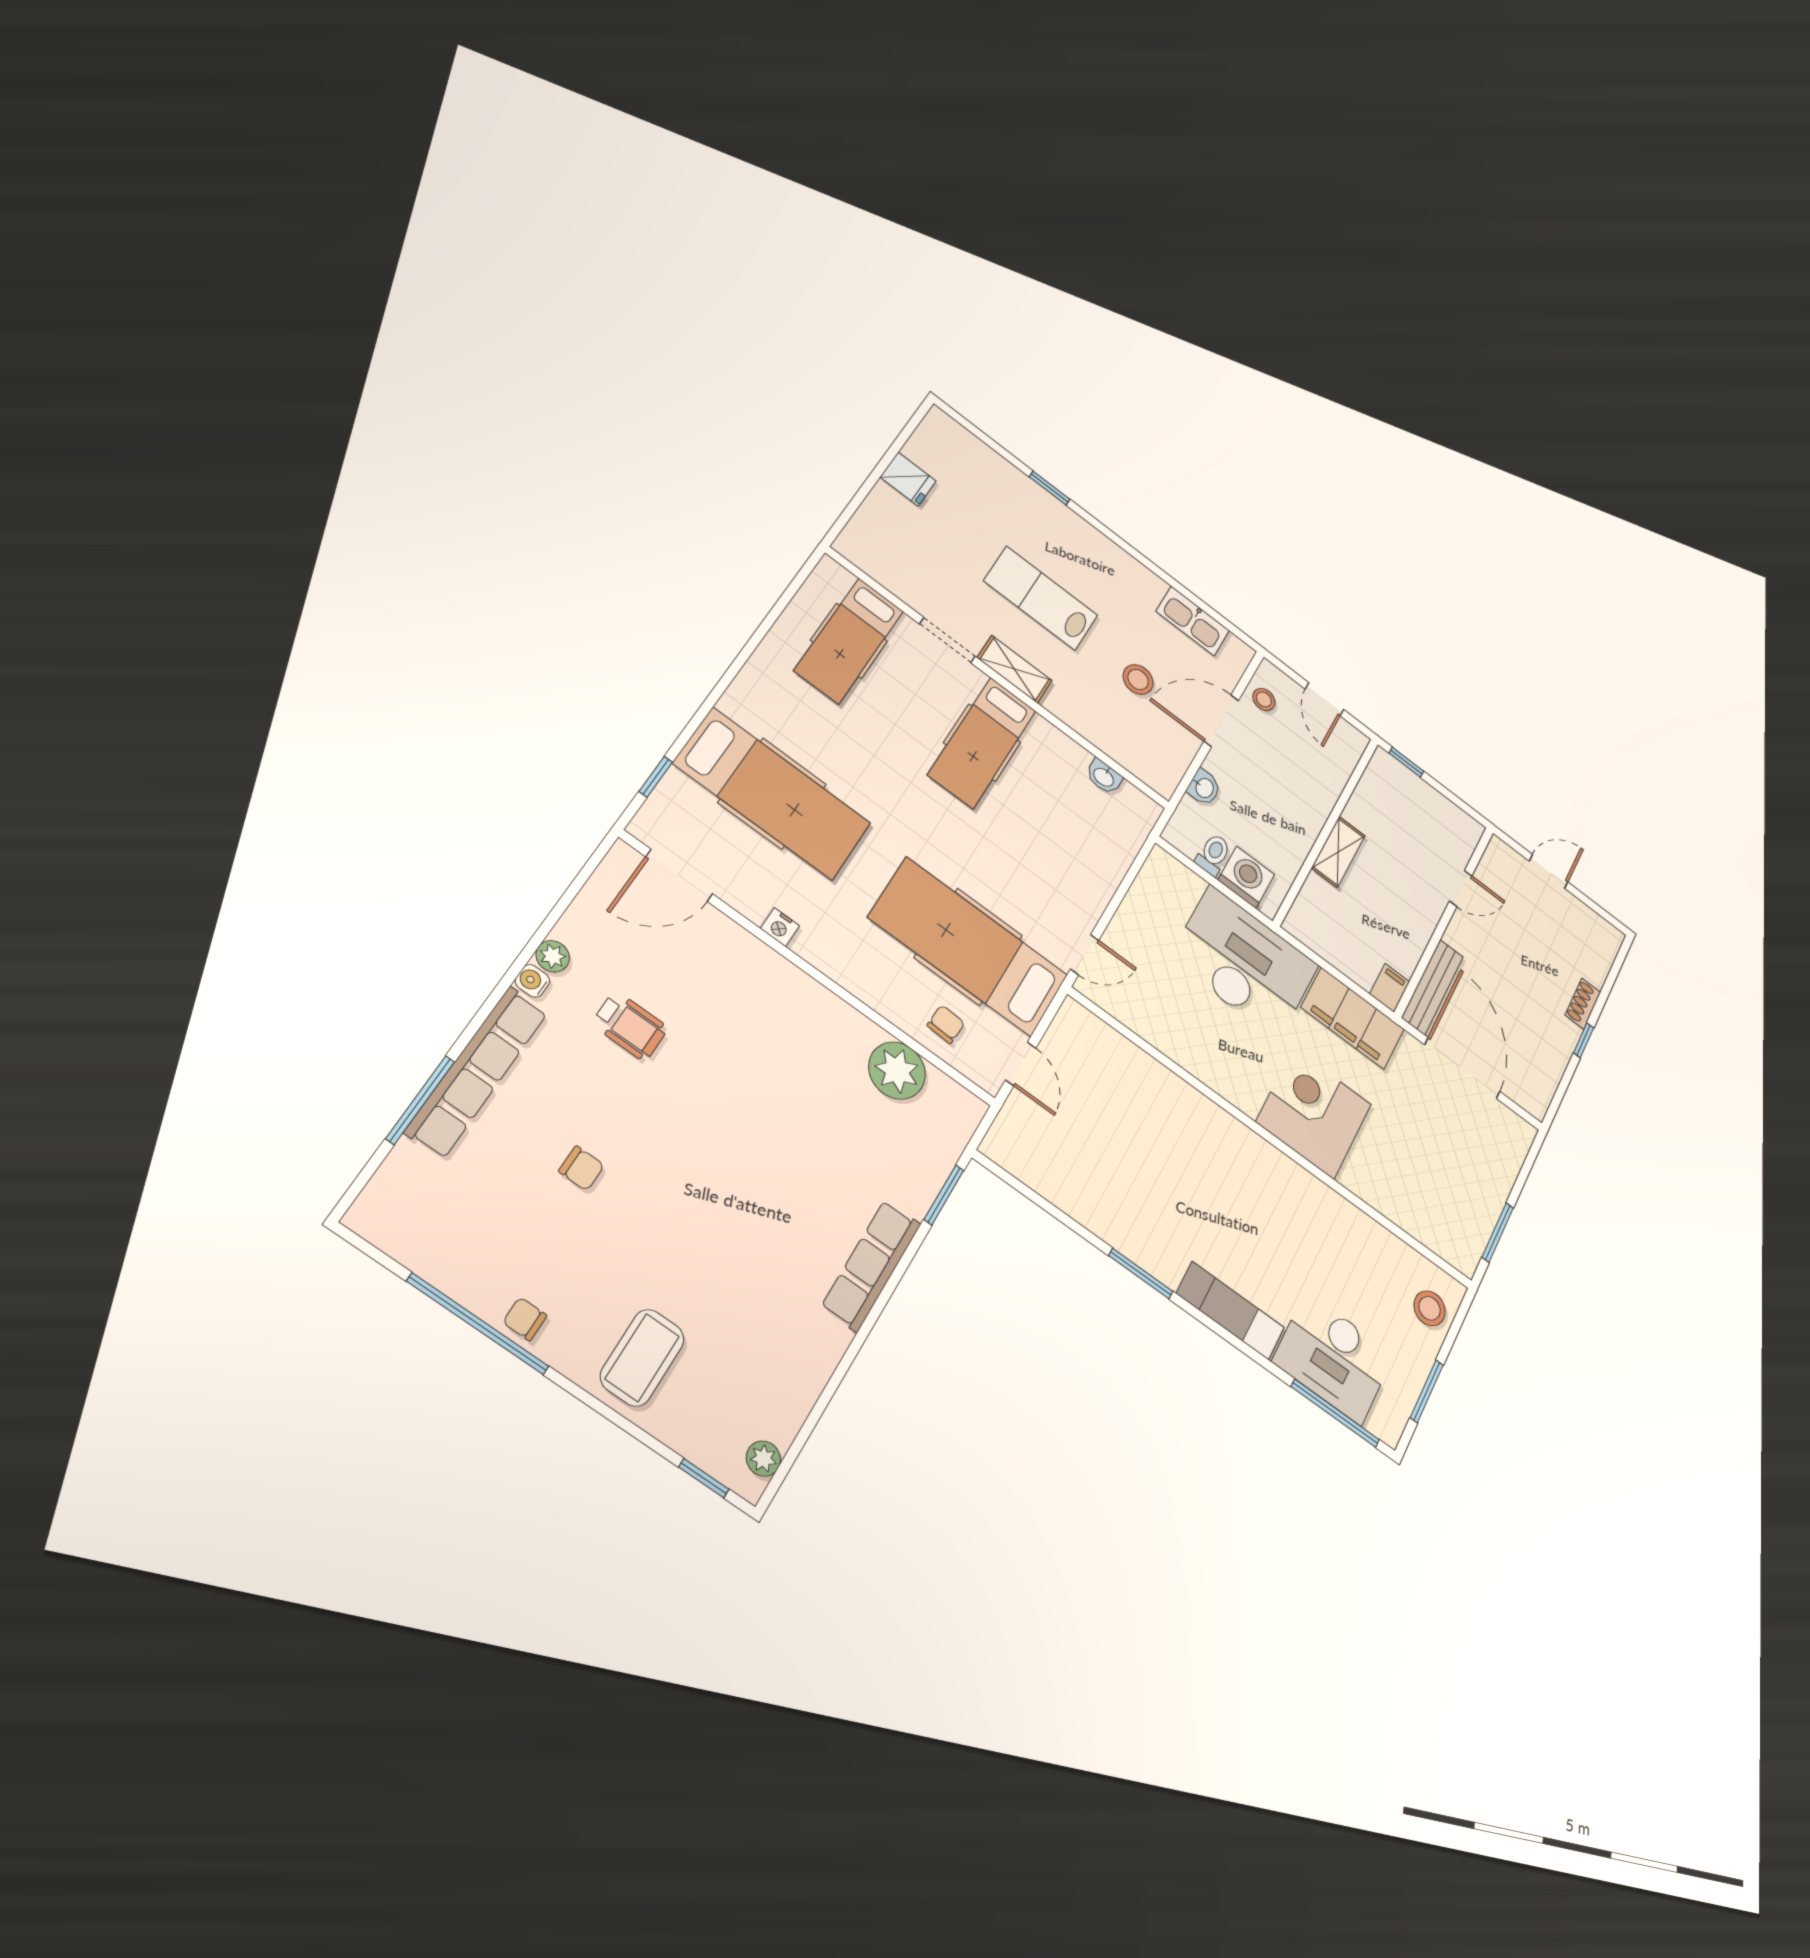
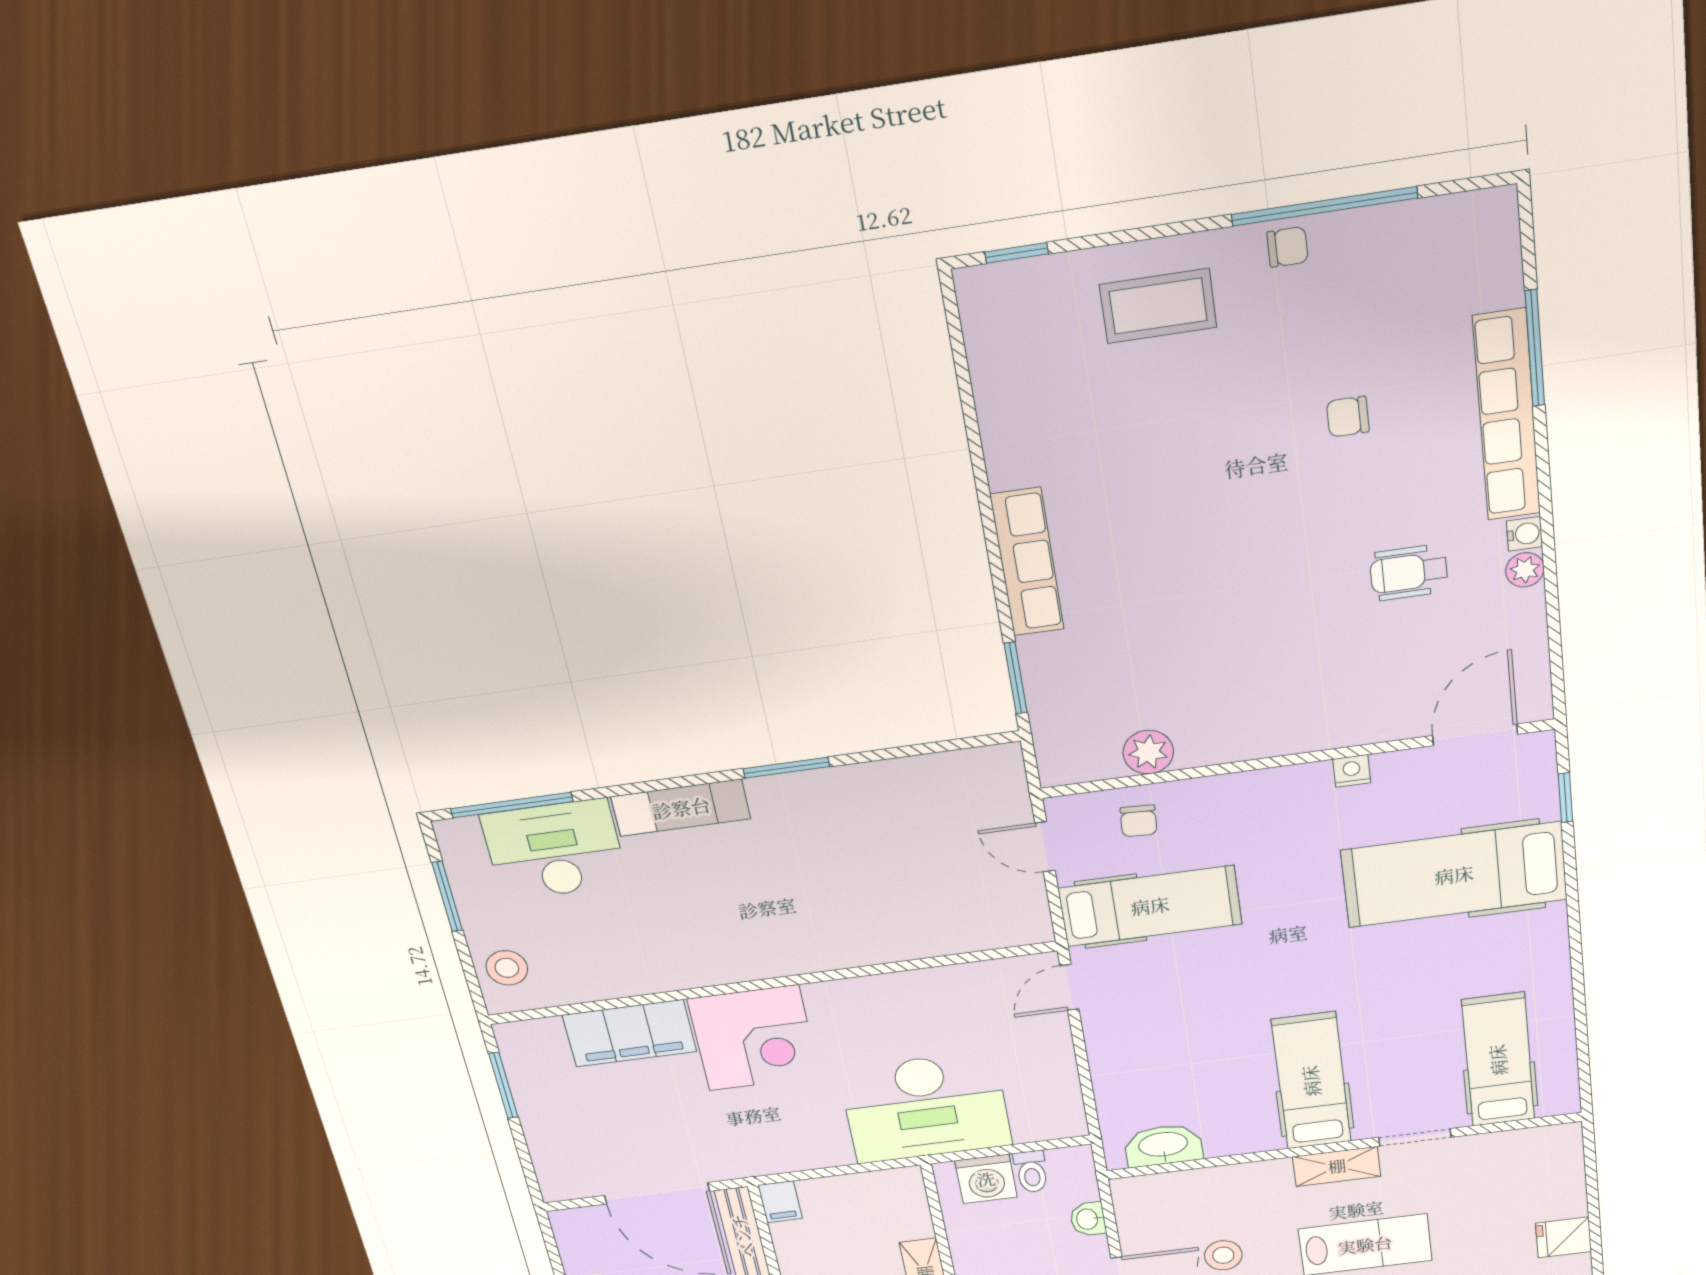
washbasin: (1104, 777) -> (1163, 1145), width x1.91, depth x1.45
hospital bed: (968, 947) -> (1150, 906), width x0.73, depth x0.78
filing cabinet: (1353, 1018) -> (629, 1033), moved, turned 180
plant: (897, 1071) -> (1148, 752), width x0.73, depth x0.73
coffee table: (642, 1358) -> (1158, 306), turned 90
plant: (763, 1459) -> (979, 316), removed

